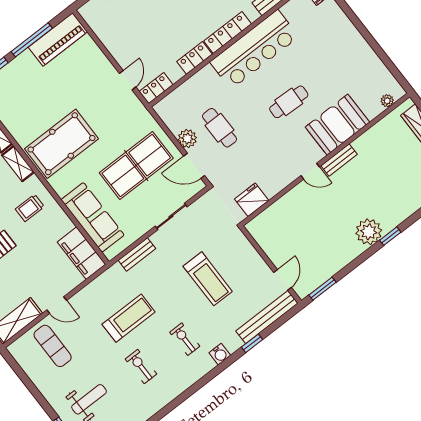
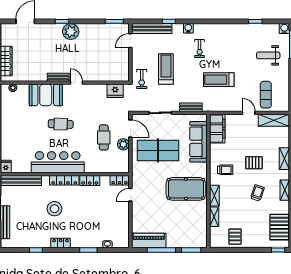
exercise bike: (141, 367) -> (142, 79), moved

